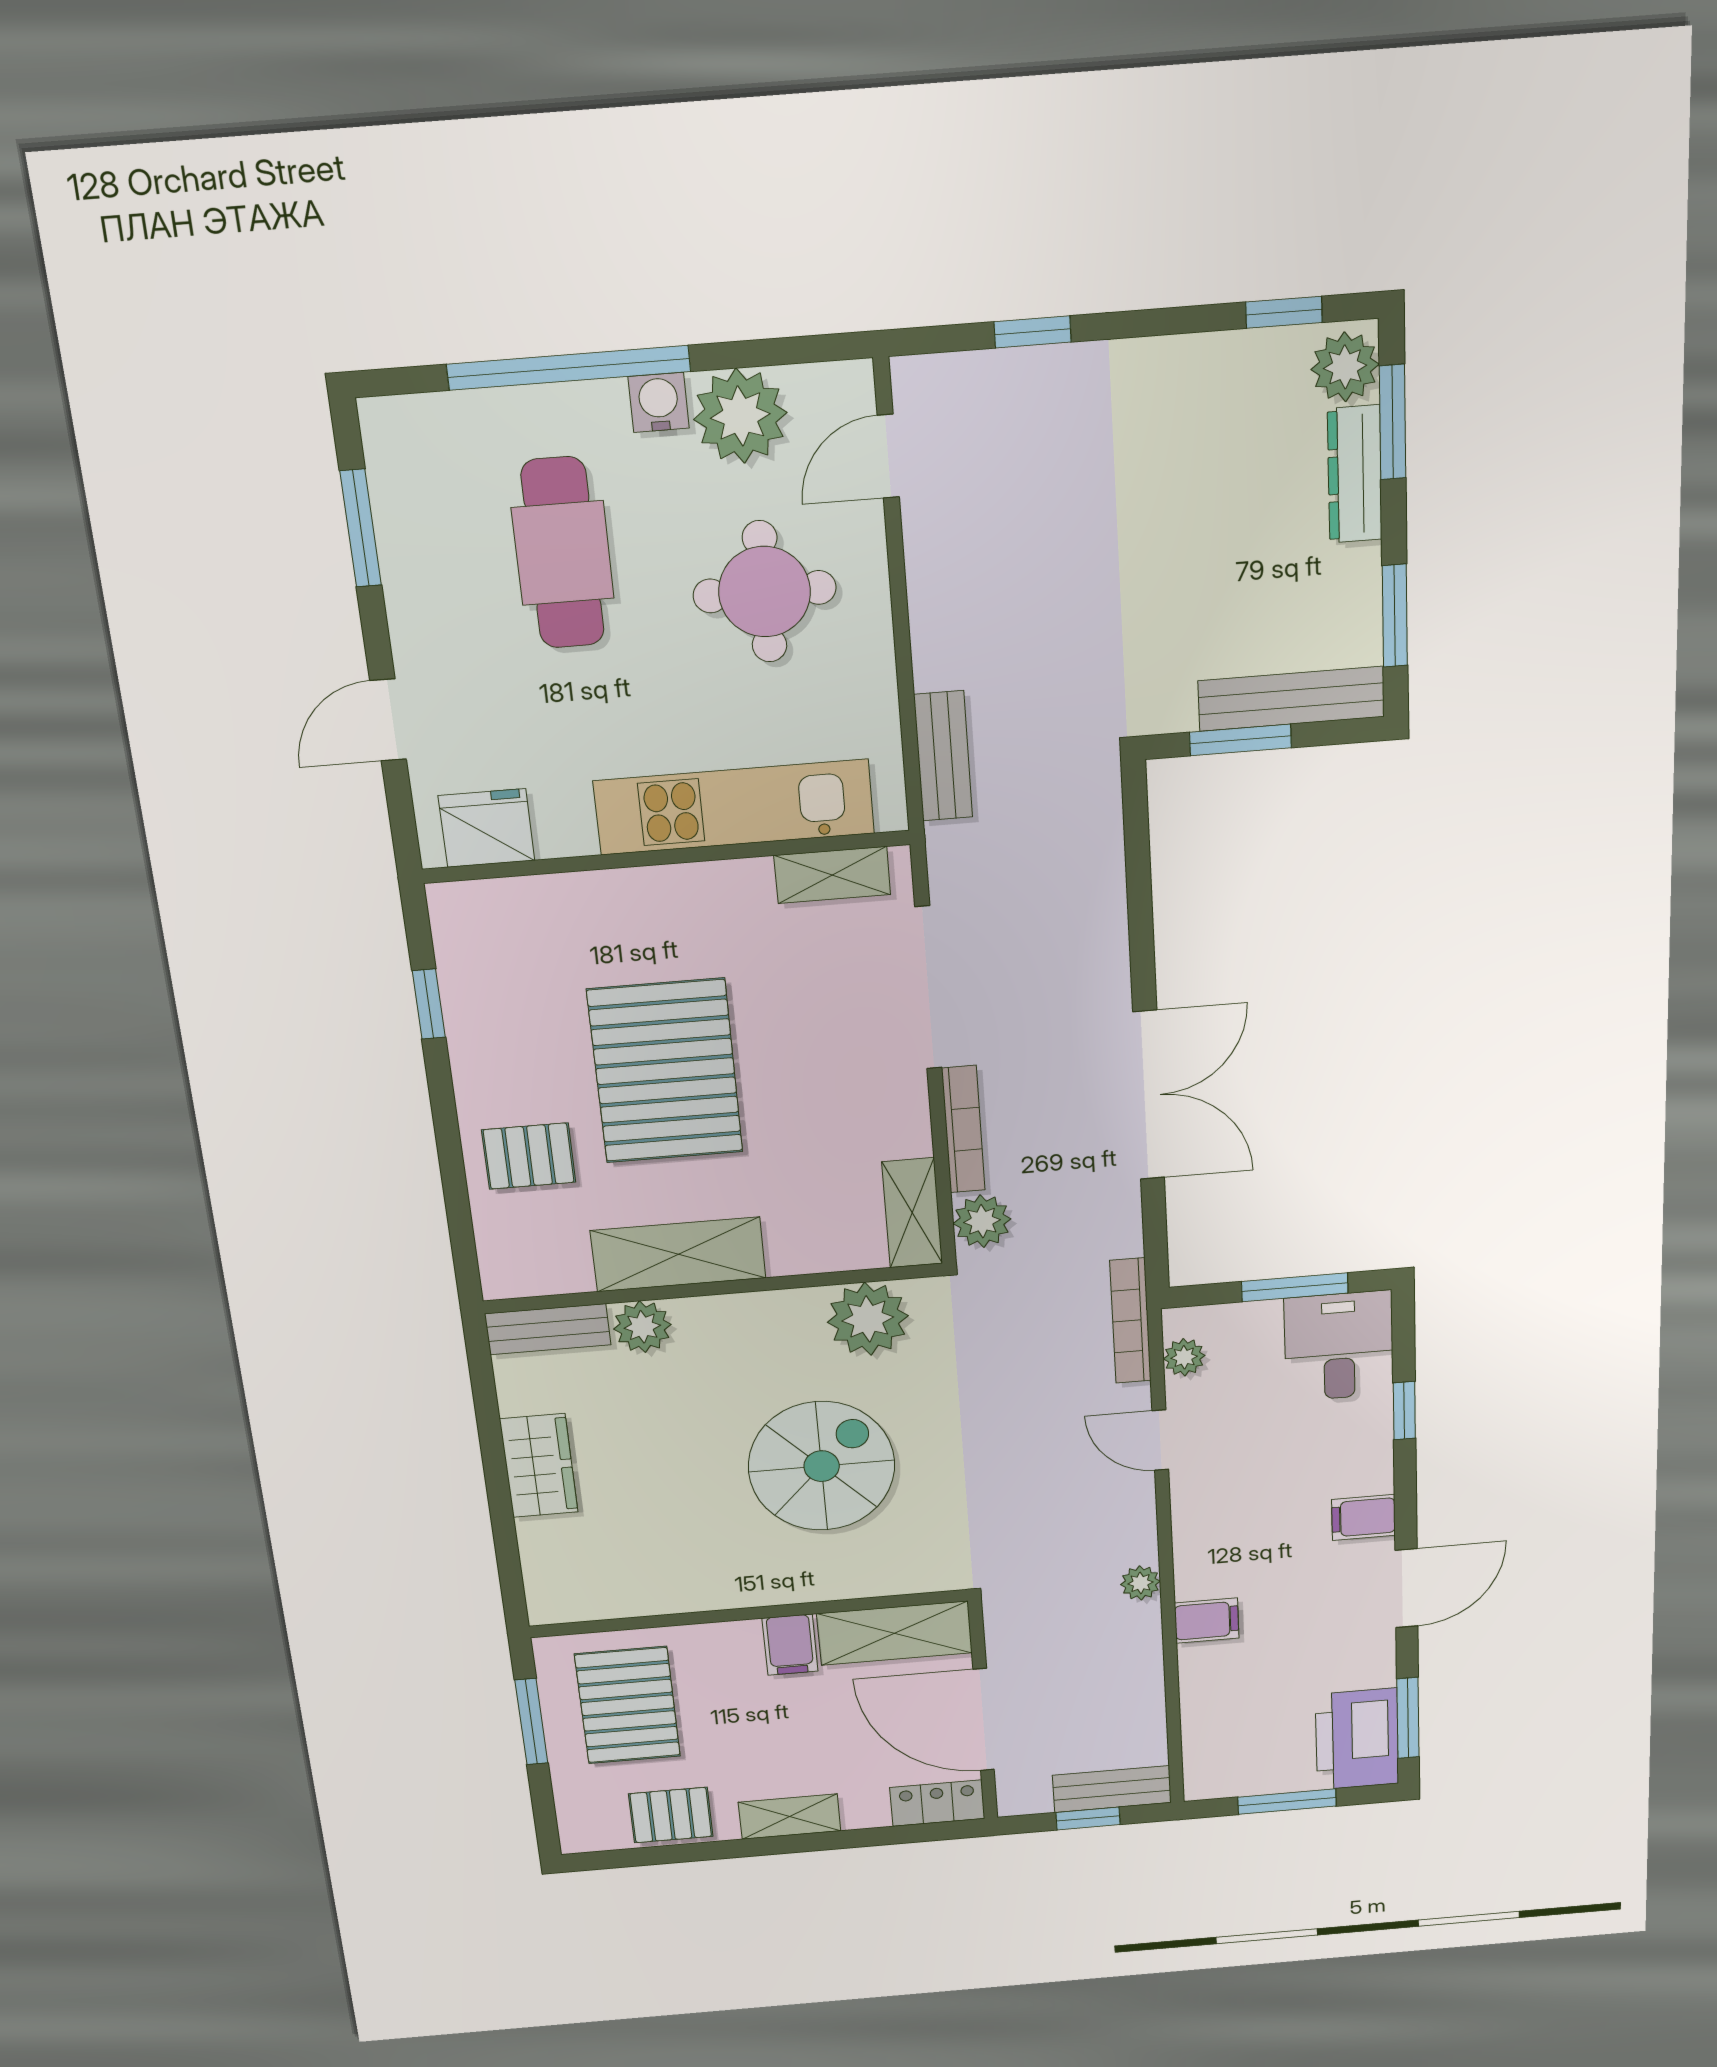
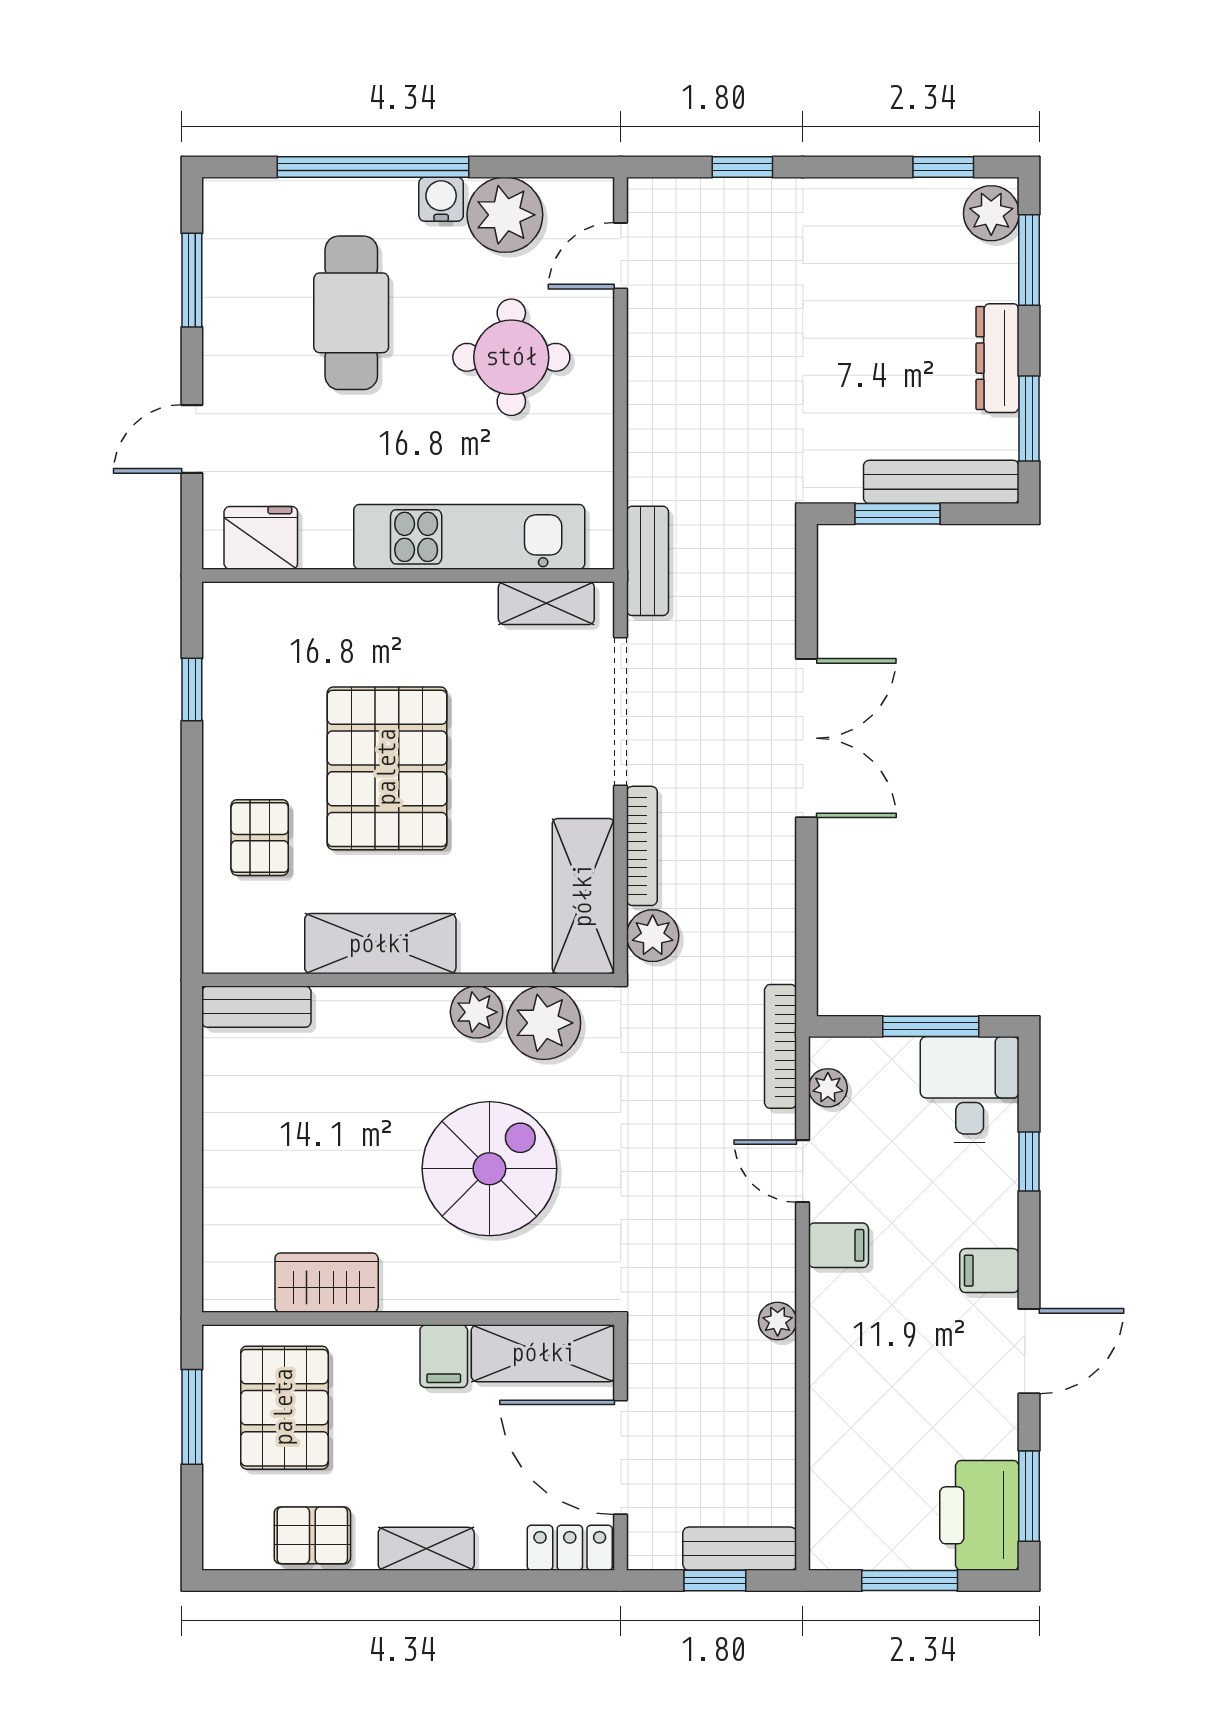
dresser: (1355, 474) -> (998, 358), moved
bench: (943, 756) -> (648, 561), moved
double door: (1149, 1095) -> (807, 738), moved
pallet: (529, 1156) -> (260, 838), turned 90
shelving: (912, 1213) -> (583, 896), width x1.50, depth x1.33
plant: (642, 1327) -> (477, 1012), moved
wardrobe: (539, 1466) -> (327, 1283), moved, turned -90
filing cabinet: (1207, 1621) -> (838, 1245), moved

